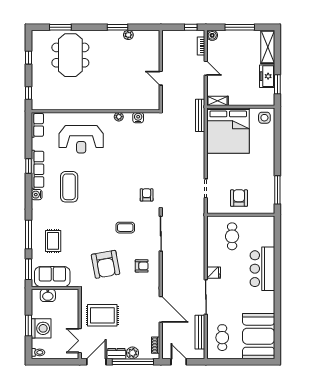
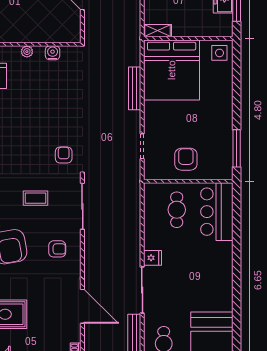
bench: (200, 115) -> (135, 88), moved
bar counter: (262, 269) -> (217, 212), moved

